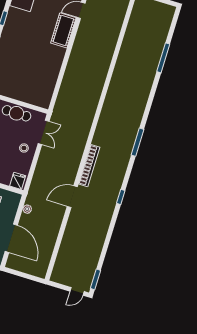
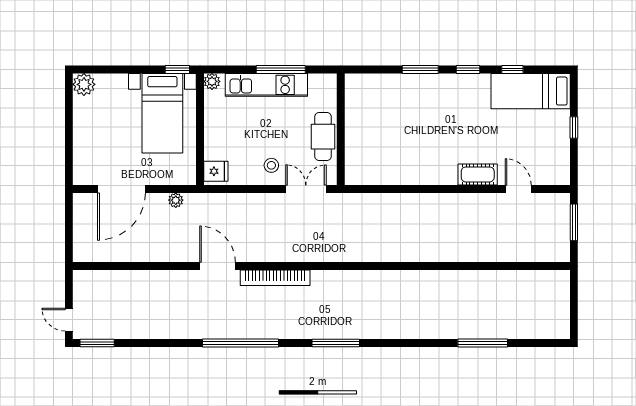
cot: (63, 30) -> (478, 174), width x0.73, depth x0.75
double door: (44, 132) -> (306, 189), swing flipped
window: (121, 197) -> (241, 343), width x3.17

